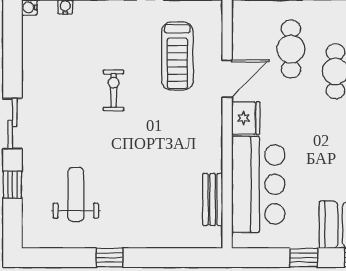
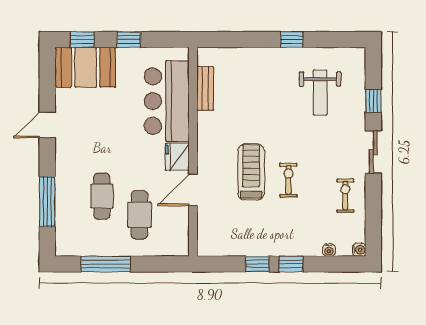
treadmill: (177, 56) -> (251, 172), moved
exercise bike: (46, 72) -> (345, 196), added
exercise bike: (114, 90) -> (288, 180), turned 180

